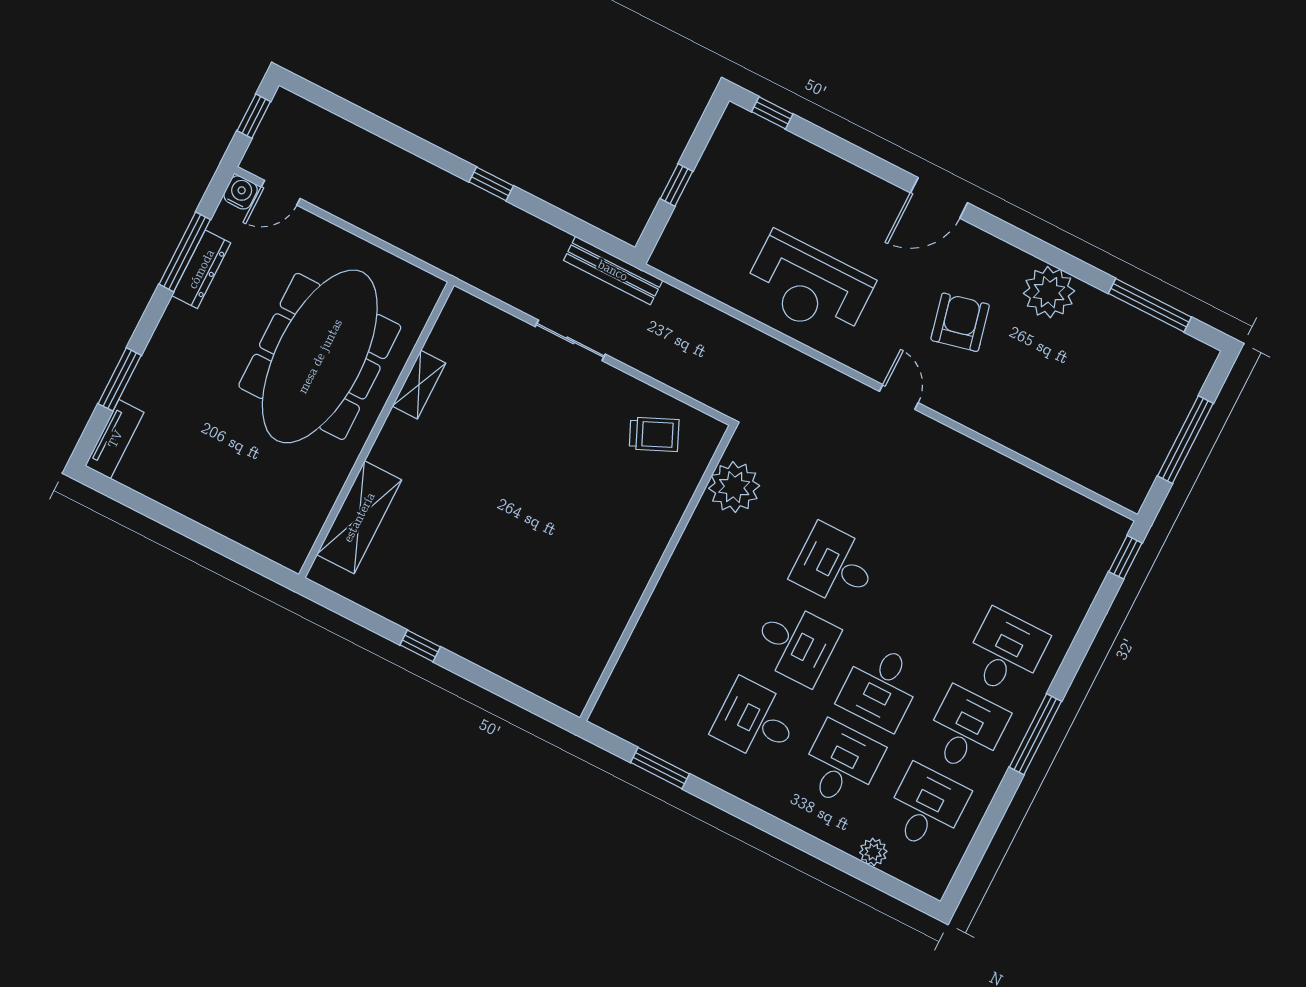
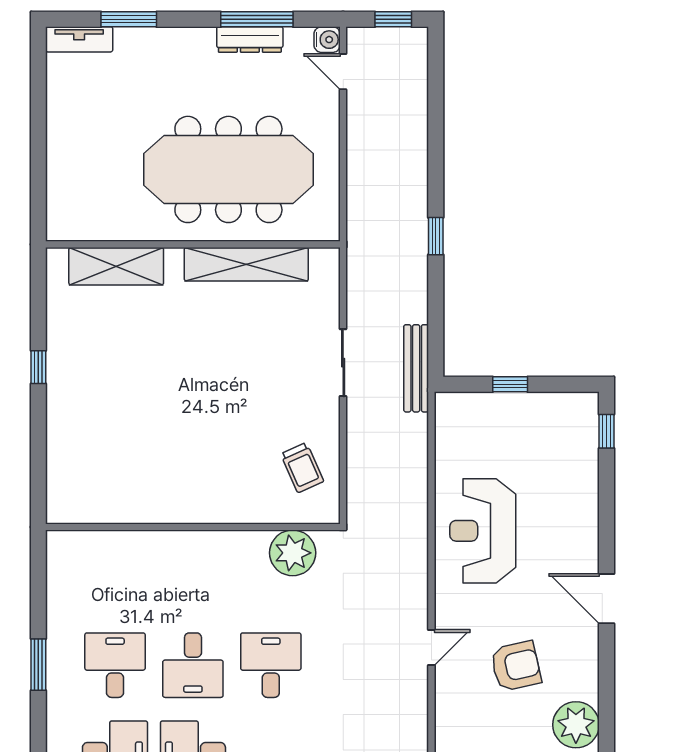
shelving: (419, 385) -> (246, 264), width x2.20, depth x1.33
window: (660, 768) -> (38, 665), moved

